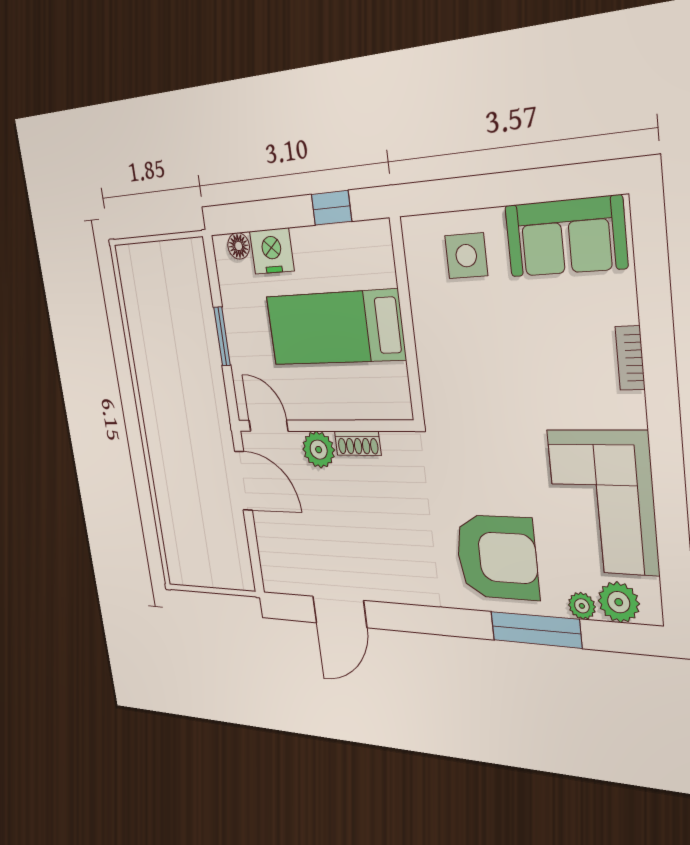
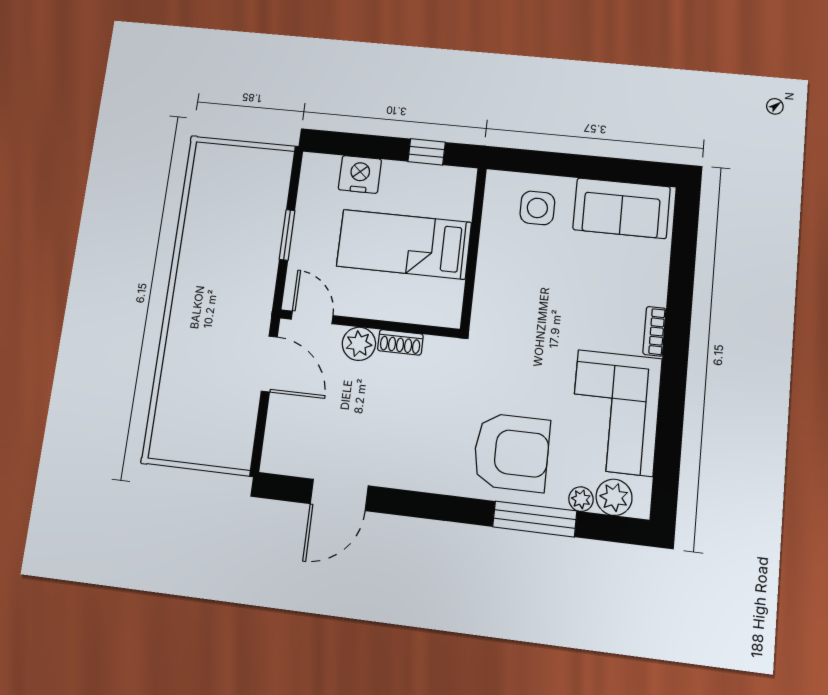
floor lamp: (239, 246) -> (328, 165), removed
bookcase: (630, 358) -> (654, 331), moved

